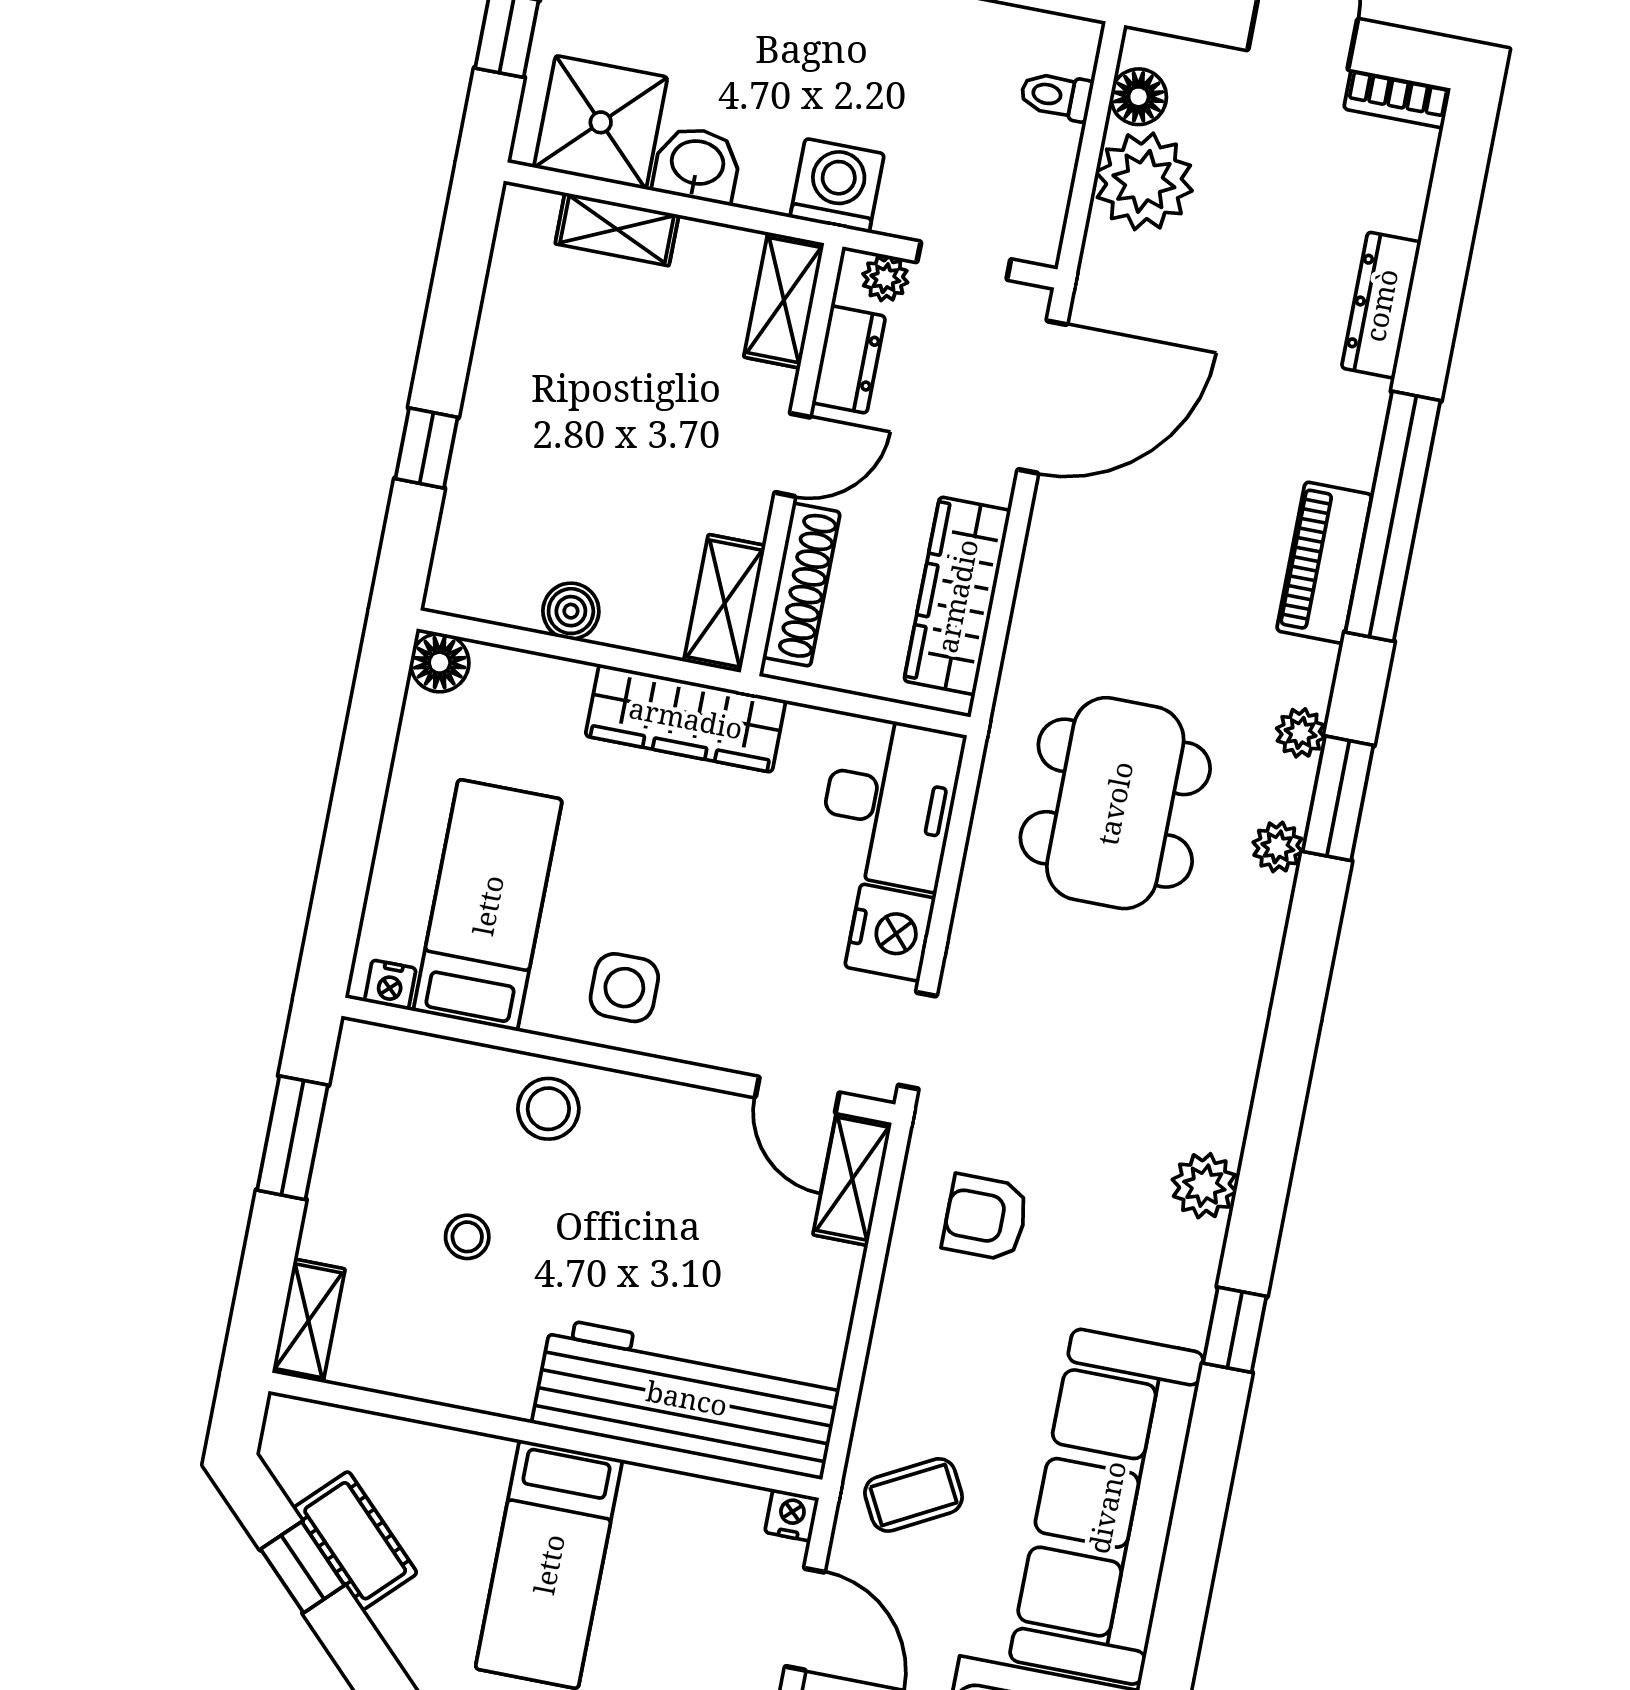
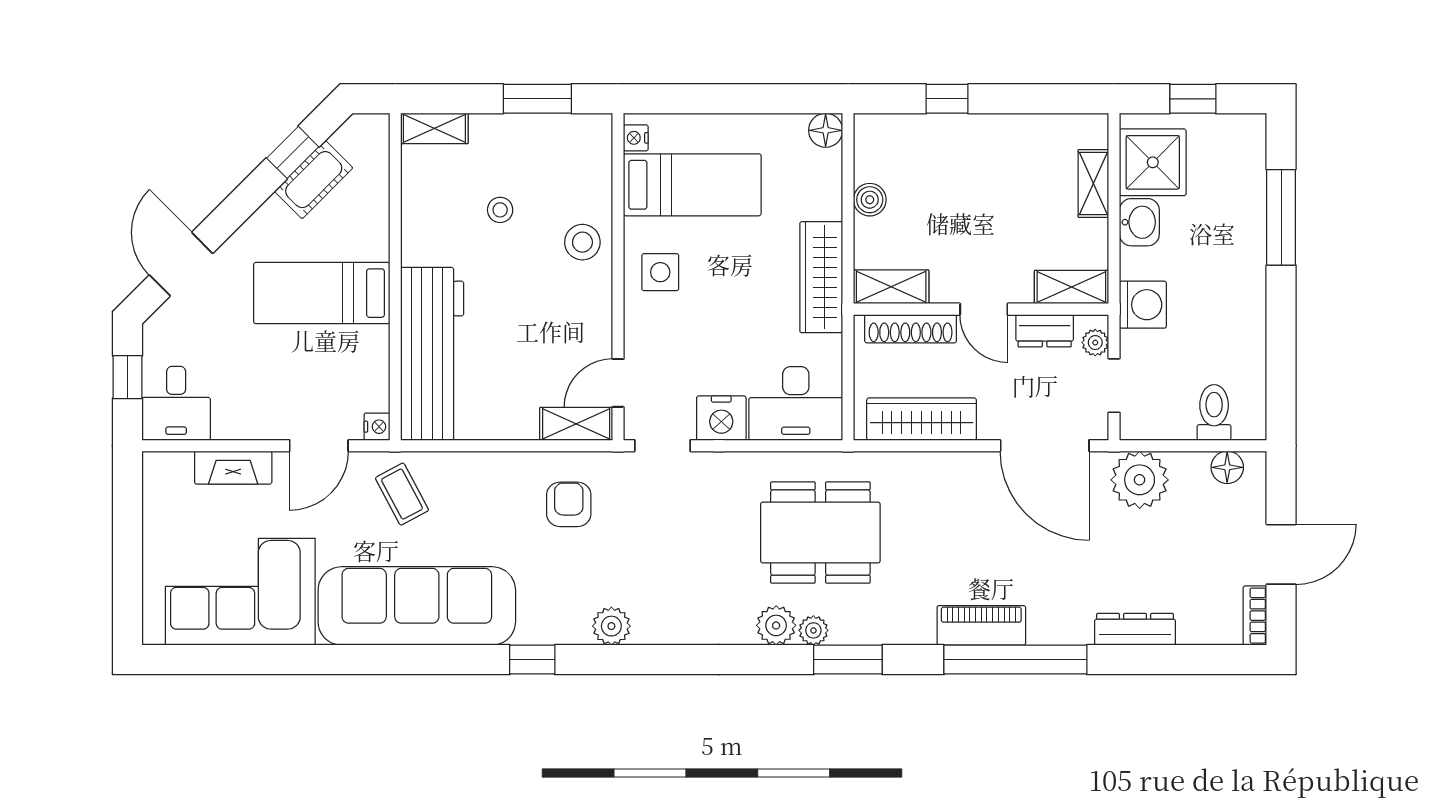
toilet: (1056, 96) -> (1214, 412), width x1.37, depth x1.39
plant: (1144, 181) -> (1140, 480), moved
plant: (1301, 733) -> (776, 625), moved, width x1.38, depth x1.38

